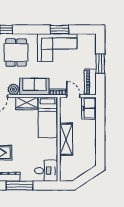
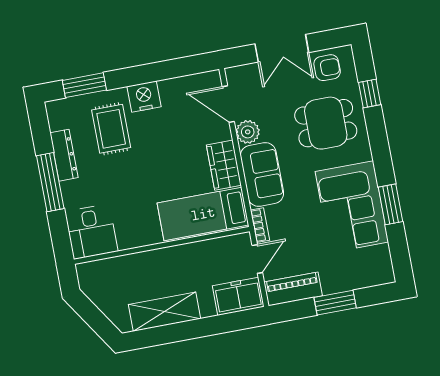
shelving: (66, 139) -> (165, 312), moved

